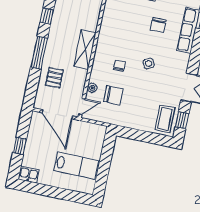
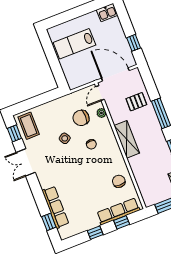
chair: (158, 25) -> (119, 181), moved
side table: (149, 64) -> (65, 138), moved
pallet: (54, 78) -> (136, 102), turned 90
window: (20, 146) -> (134, 43), moved

